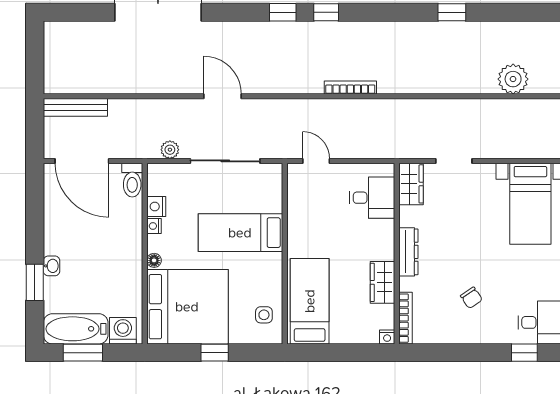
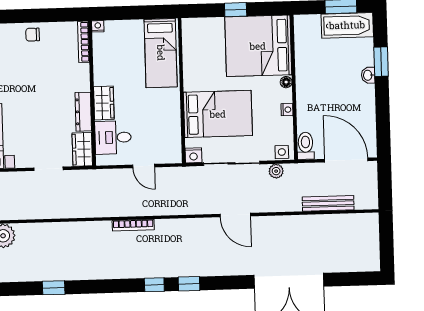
bench: (75, 107) -> (328, 203), moved
door: (316, 161) -> (144, 166), moved
nightstand: (156, 207) -> (194, 155), moved, turned 90
bed: (240, 233) -> (218, 114), width x1.50
dresser: (408, 252) -> (83, 112), moved
wardrobe: (382, 282) -> (104, 103), moved
chair: (471, 298) -> (33, 35), moved, turned -56
side table: (264, 315) -> (282, 152), moved
washing machine: (123, 331) -> (309, 25), removed

